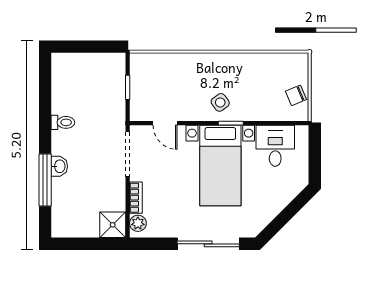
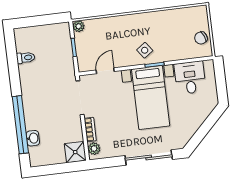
plant: (137, 60) -> (79, 26), added
toilet: (63, 122) -> (26, 58), moved
door: (165, 123) -> (105, 71), swing flipped
washbasin: (59, 166) -> (33, 138), moved
window: (45, 180) -> (20, 125), width x1.46

